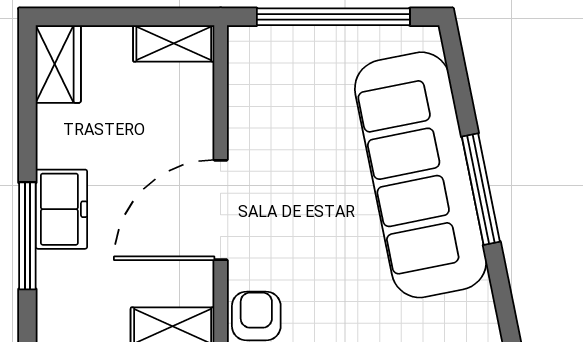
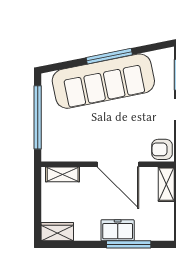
shelving: (174, 43) -> (63, 174), moved, turned 90

